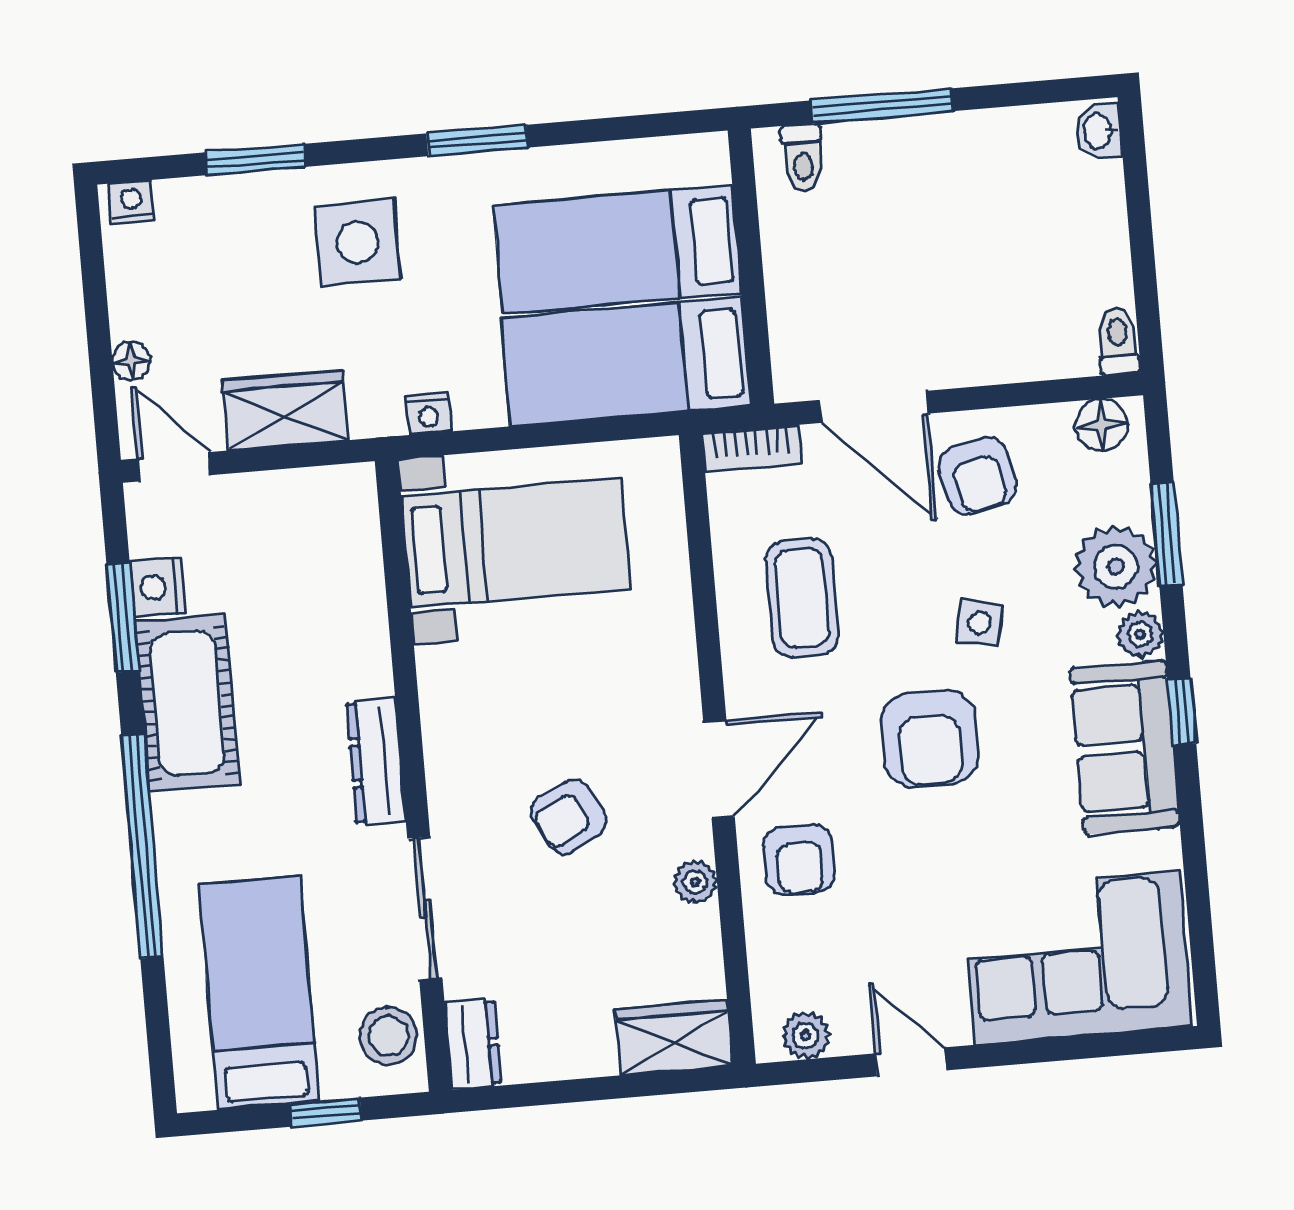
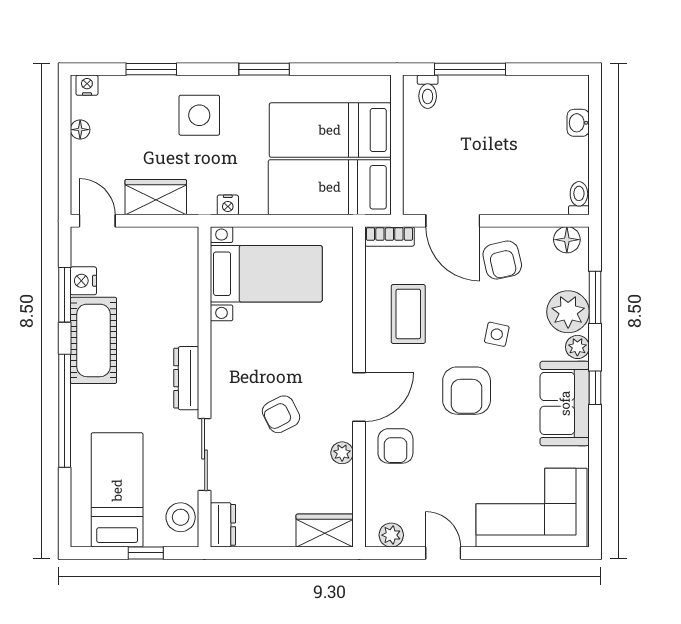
washbasin: (1099, 131) -> (578, 123), moved
floor lamp: (131, 361) -> (80, 130), moved

